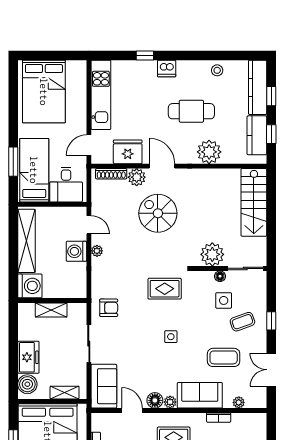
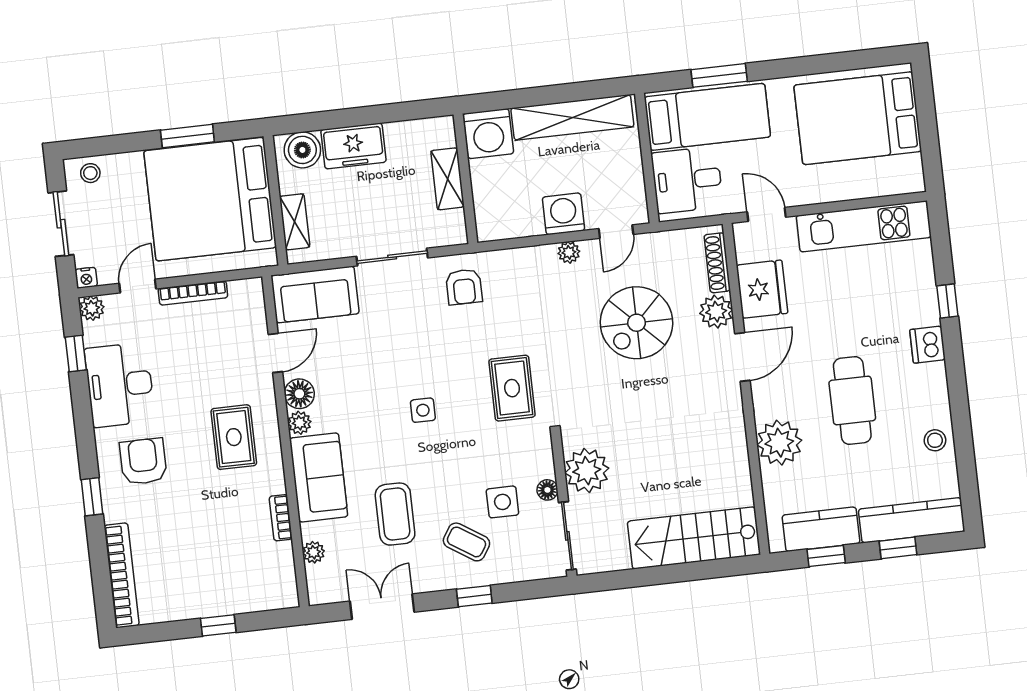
spiral stairs: (158, 213) -> (637, 323), moved, turned 180
coffee table: (242, 322) -> (466, 542), turned -37

